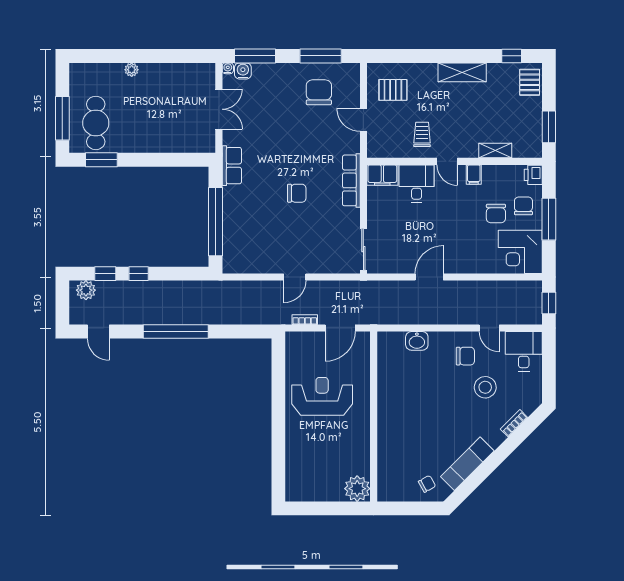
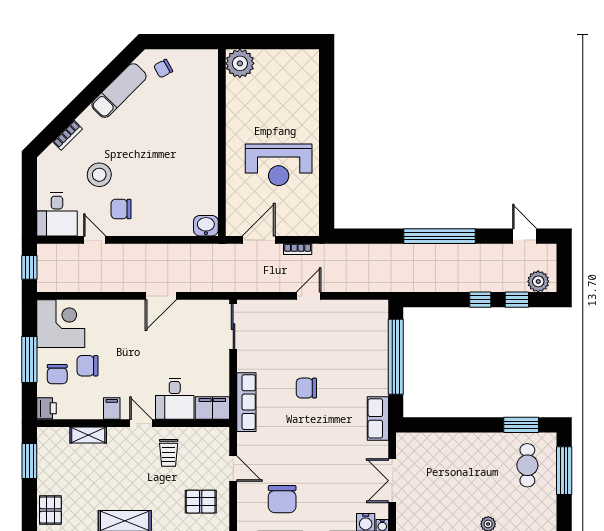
cafe table: (96, 123) -> (527, 465), width x0.73, depth x0.74
chair: (496, 213) -> (87, 366), turned -90
washbasin: (417, 341) -> (206, 226), moved

